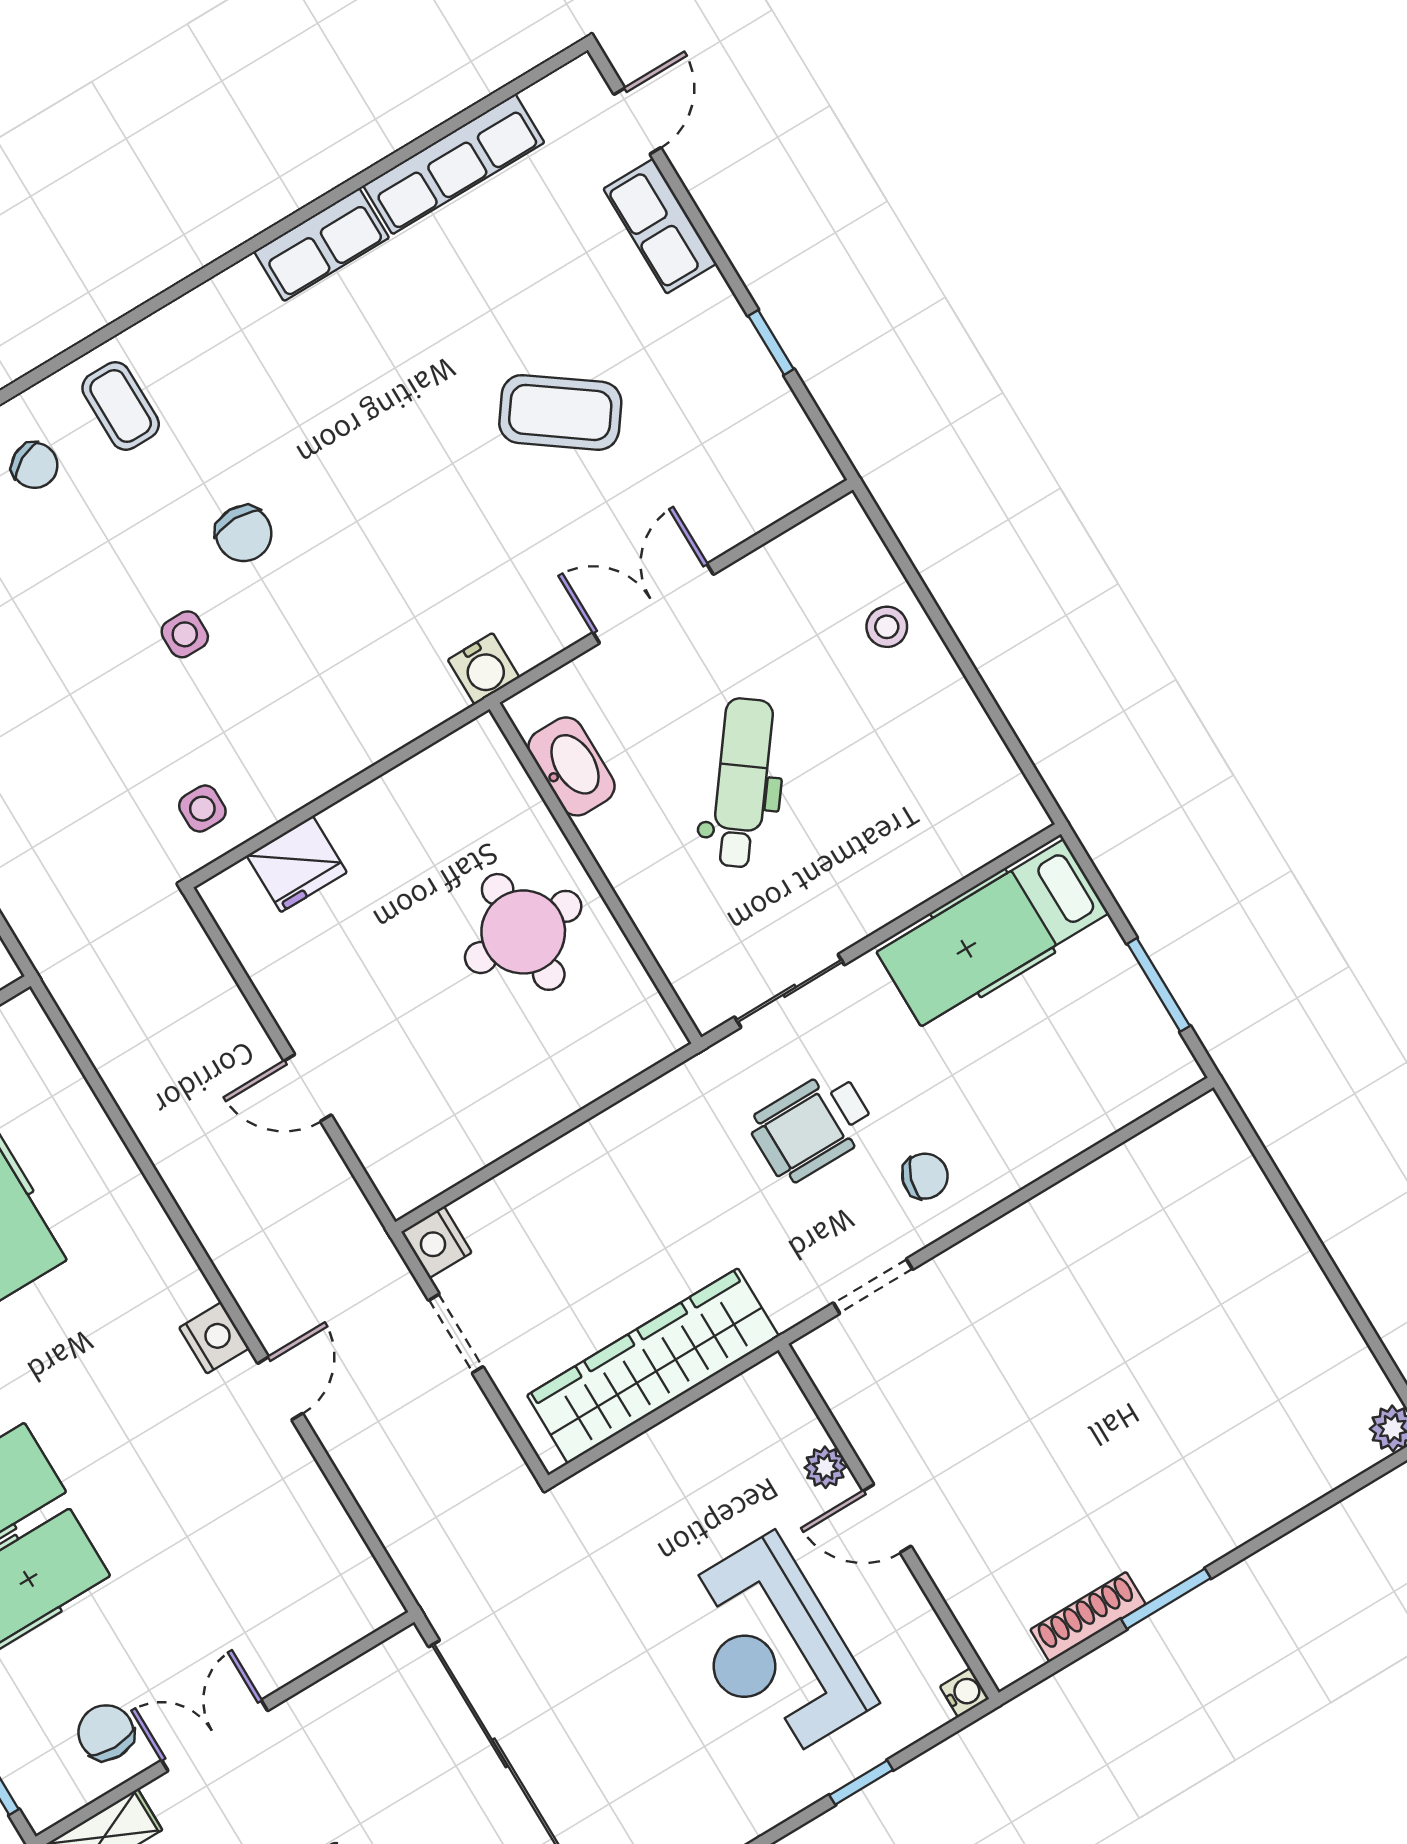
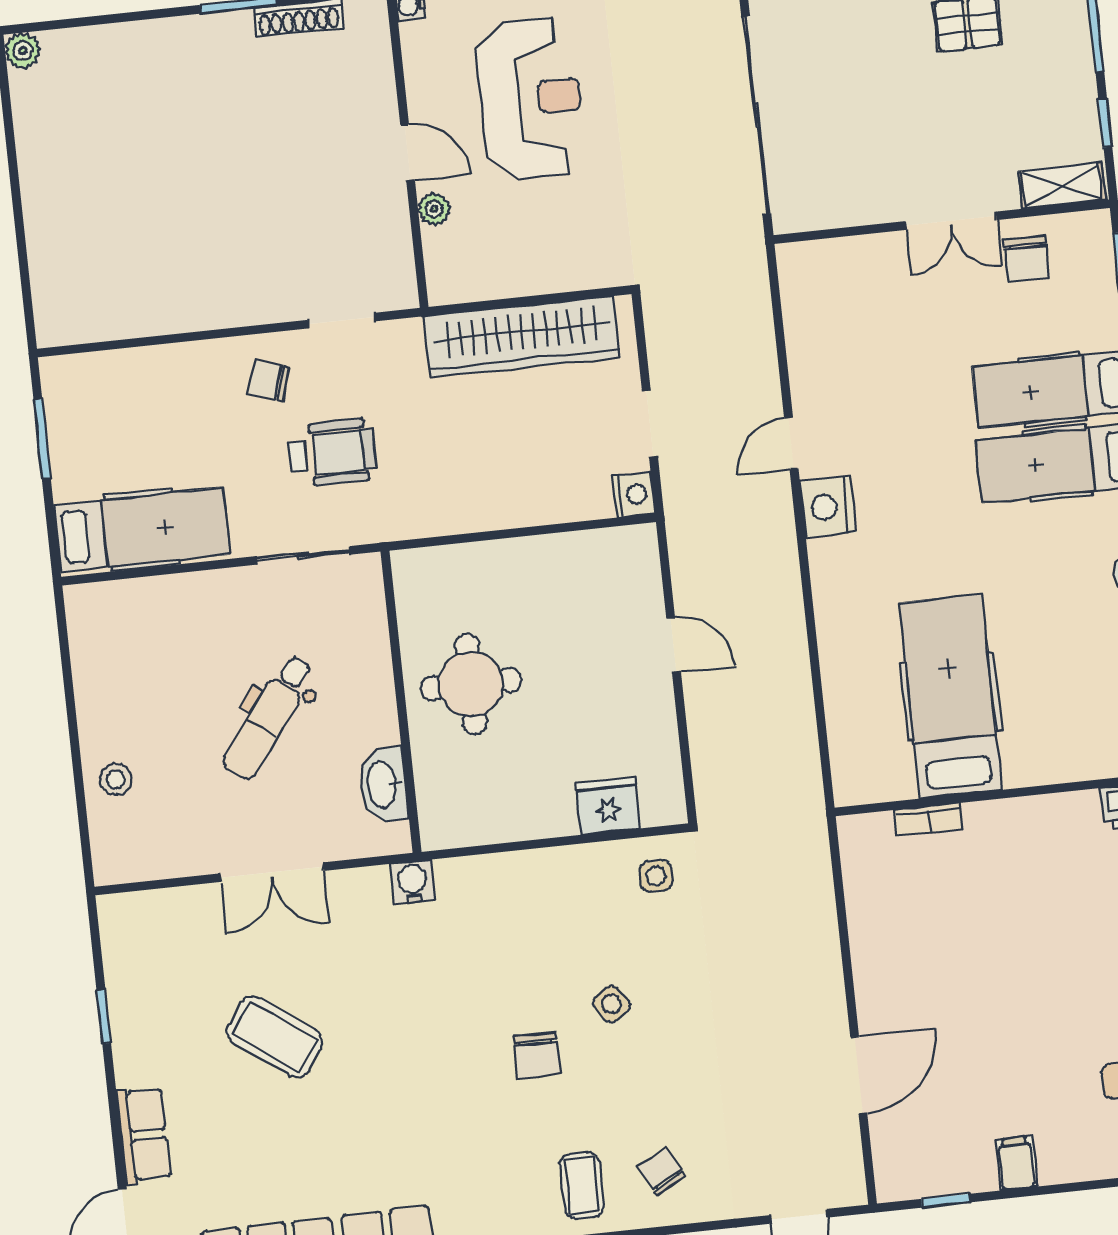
chair: (244, 534) -> (537, 1055), turned 180
side table: (185, 634) -> (611, 1004), turned -34
nightstand: (214, 1338) -> (828, 507), width x1.36, depth x1.33

